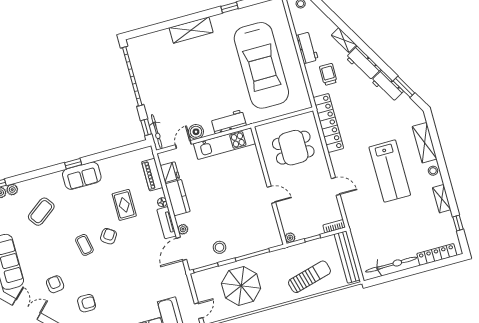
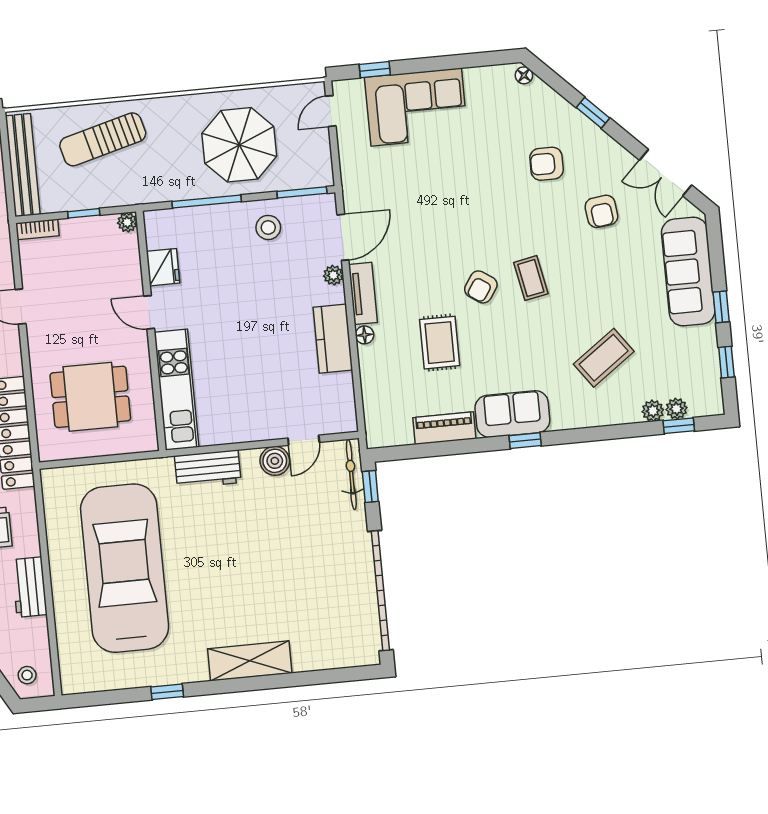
kitchen unit: (225, 144) -> (176, 390), moved, turned 90
fridge: (170, 172) -> (163, 267), moved, turned 180
piano: (152, 175) -> (444, 428), moved, turned -90

